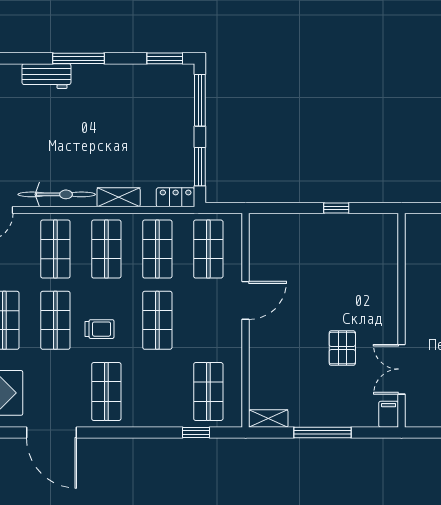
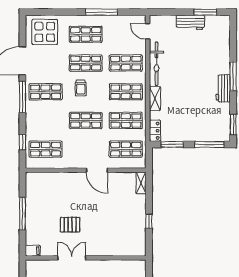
workbench: (46, 76) -> (223, 88), moved
double door: (401, 369) -> (72, 258), moved
shelving: (268, 418) -> (141, 183), moved
window: (116, 433) -> (22, 97), added

